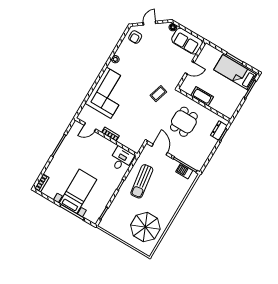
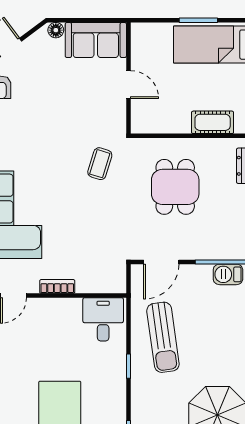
door: (190, 68) -> (128, 85), hinge flipped
cot: (202, 96) -> (213, 122), moved
door: (160, 150) -> (161, 262), swing flipped

